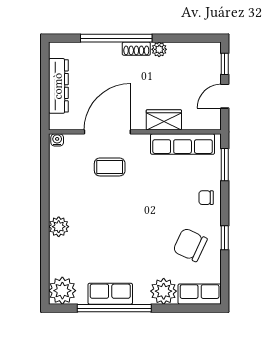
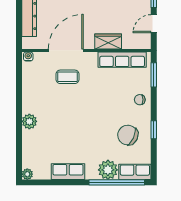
plant: (62, 291) -> (27, 174), width x0.53, depth x0.53
window: (114, 308) -> (117, 182), moved

